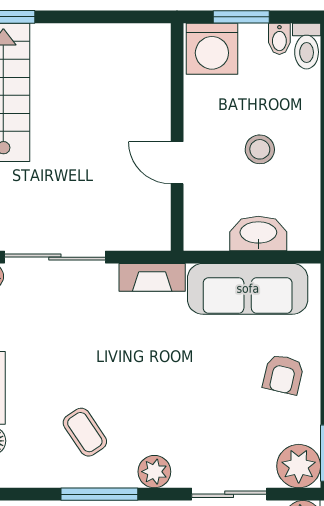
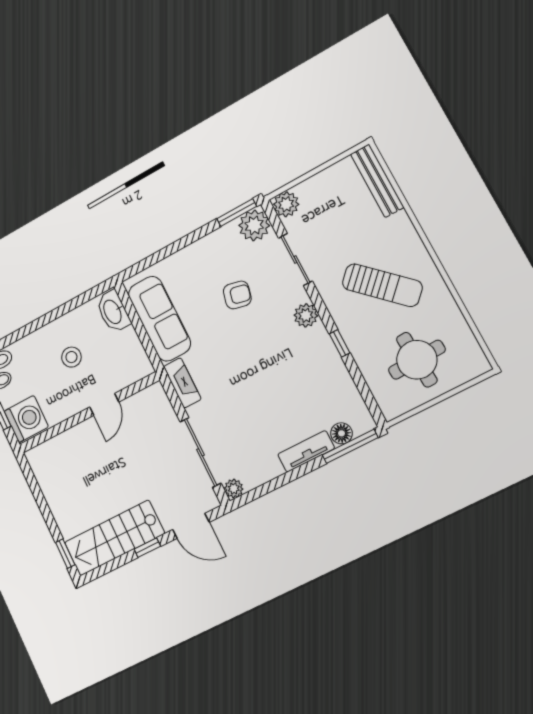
washbasin: (258, 233) -> (113, 312), moved
armchair: (283, 374) -> (237, 295), moved
coffee table: (85, 432) -> (303, 374), removed
window: (99, 494) -> (340, 343), width x0.46

